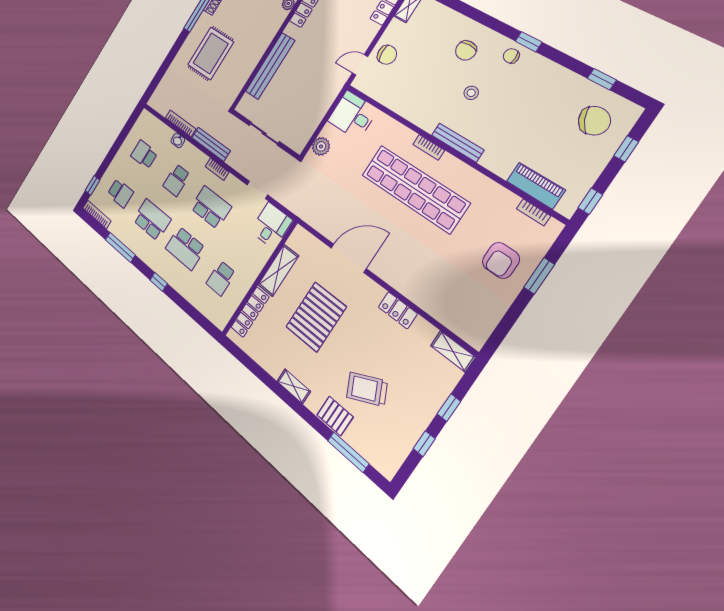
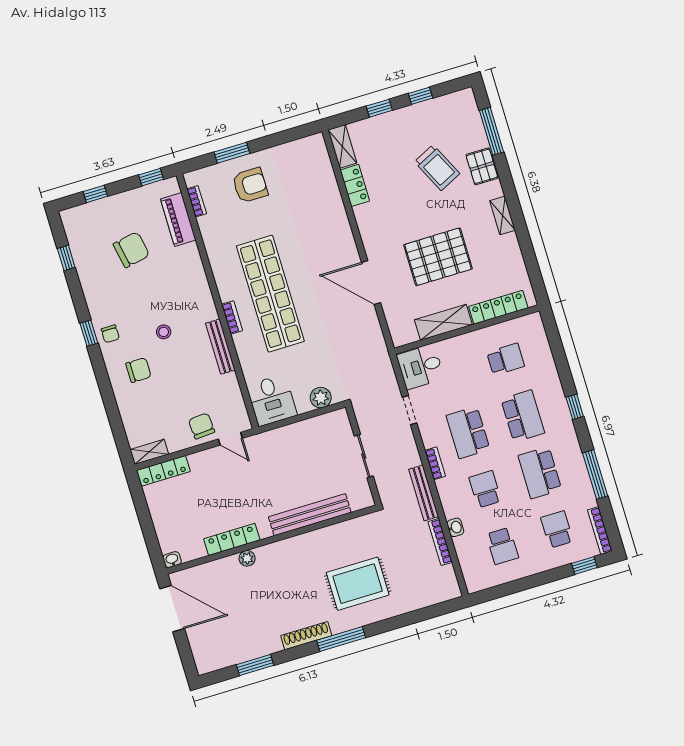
chair: (594, 121) -> (131, 250), moved, turned 104
bench: (458, 143) -> (220, 347), moved
school desk: (176, 180) -> (485, 489), turned -90
locker: (398, 310) -> (355, 185), moved

